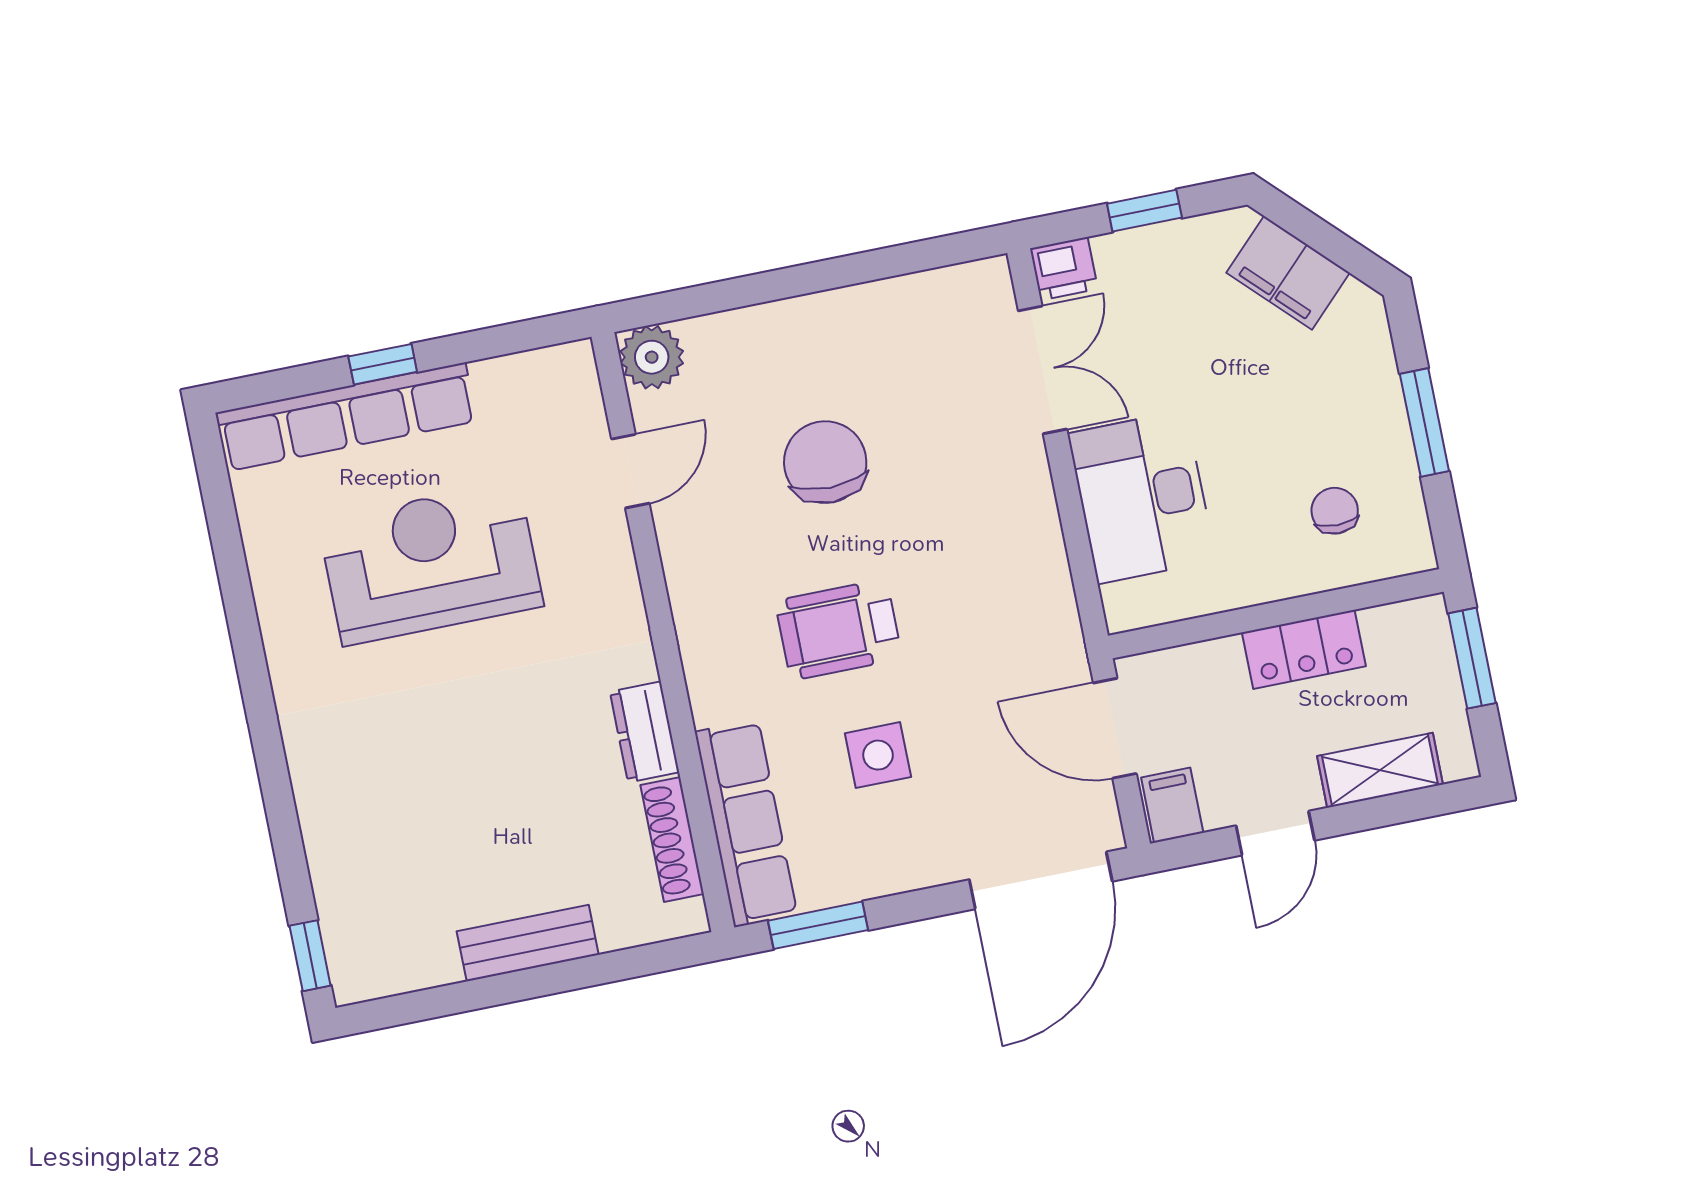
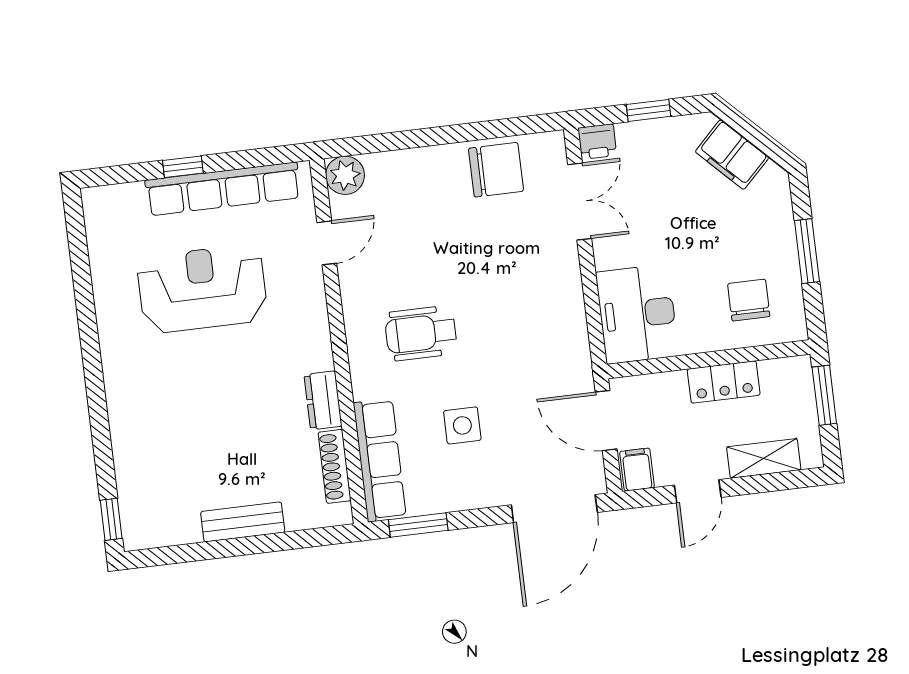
row of seats: (347, 417) -> (223, 189), moved
chair: (825, 462) -> (496, 170), moved, turned 90
desk: (1142, 497) -> (637, 314), moved
chair: (1335, 511) -> (749, 300), width x1.37, depth x1.37
wheelchair: (839, 630) -> (421, 333), moved

